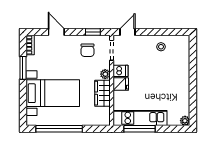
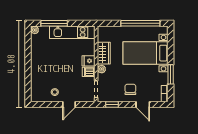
door: (127, 32) -> (69, 104), moved
chair: (87, 50) -> (130, 89), moved
window: (139, 129) -> (54, 23), moved

